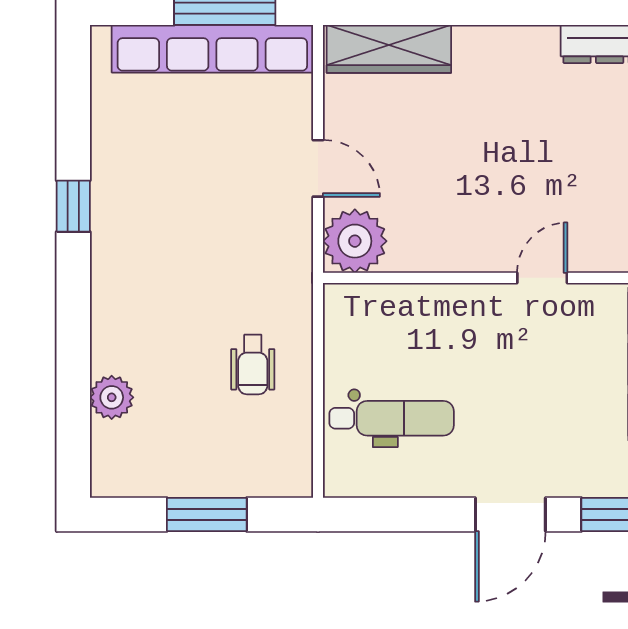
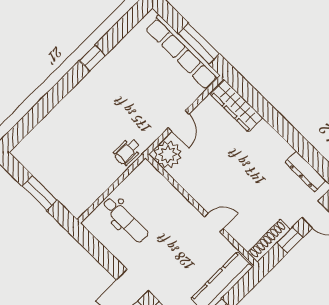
wheelchair: (253, 364) -> (127, 152), moved
plant: (112, 397) -> (46, 128), removed

